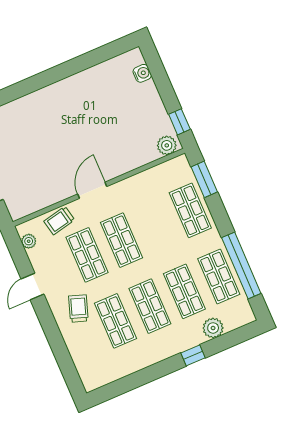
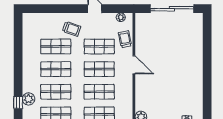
shop shelf: (156, 225) -> (99, 92), added
window: (193, 355) -> (18, 102), moved

